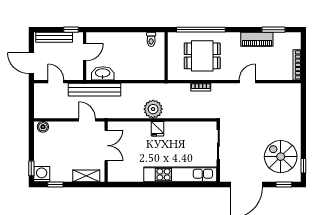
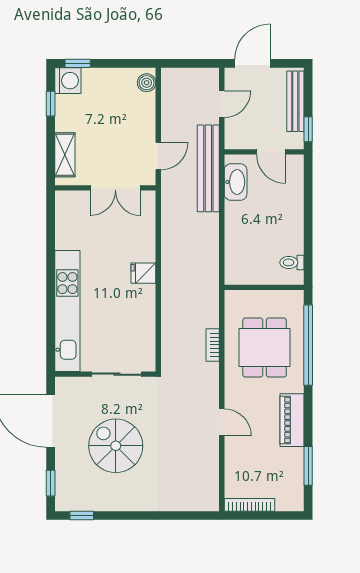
piano: (257, 39) -> (292, 420), moved
plant: (153, 109) -> (176, 266), removed
spiral stairs: (281, 157) -> (116, 446), moved, turned -90

